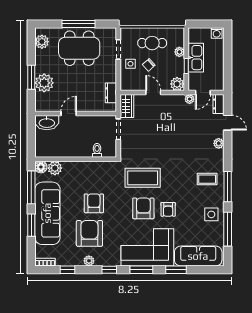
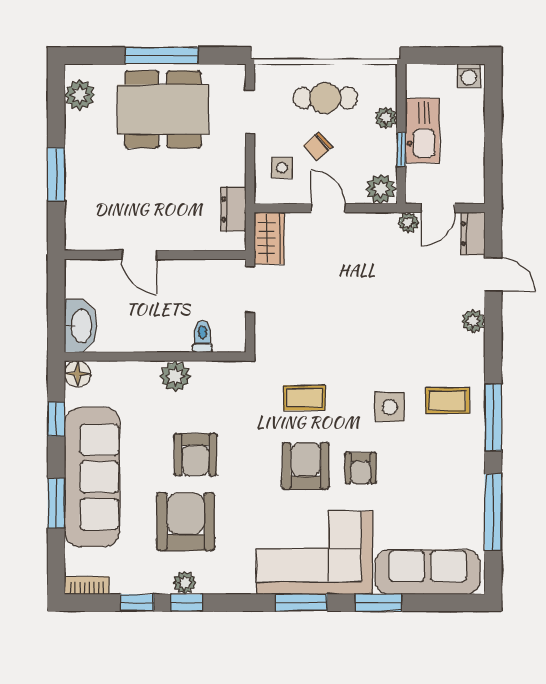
side table: (130, 64) -> (282, 168), moved
plant: (44, 83) -> (85, 186), removed
door: (69, 114) -> (140, 255), swing flipped
washbasin: (47, 123) -> (81, 326), moved, turned -90
plant: (55, 168) -> (175, 376), moved
coffee table: (143, 178) -> (304, 398), width x0.54, depth x0.58
window: (31, 187) -> (56, 419), width x0.46
armchair: (94, 203) -> (195, 455), turned 180
side table: (211, 214) -> (390, 407), moved
window: (109, 270) -> (187, 603), moved

